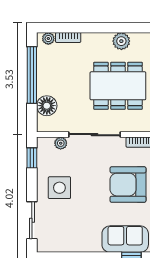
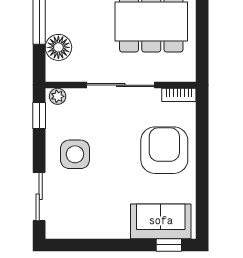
plant: (61, 143) -> (58, 96), moved
armchair: (128, 185) -> (164, 150), turned 90

